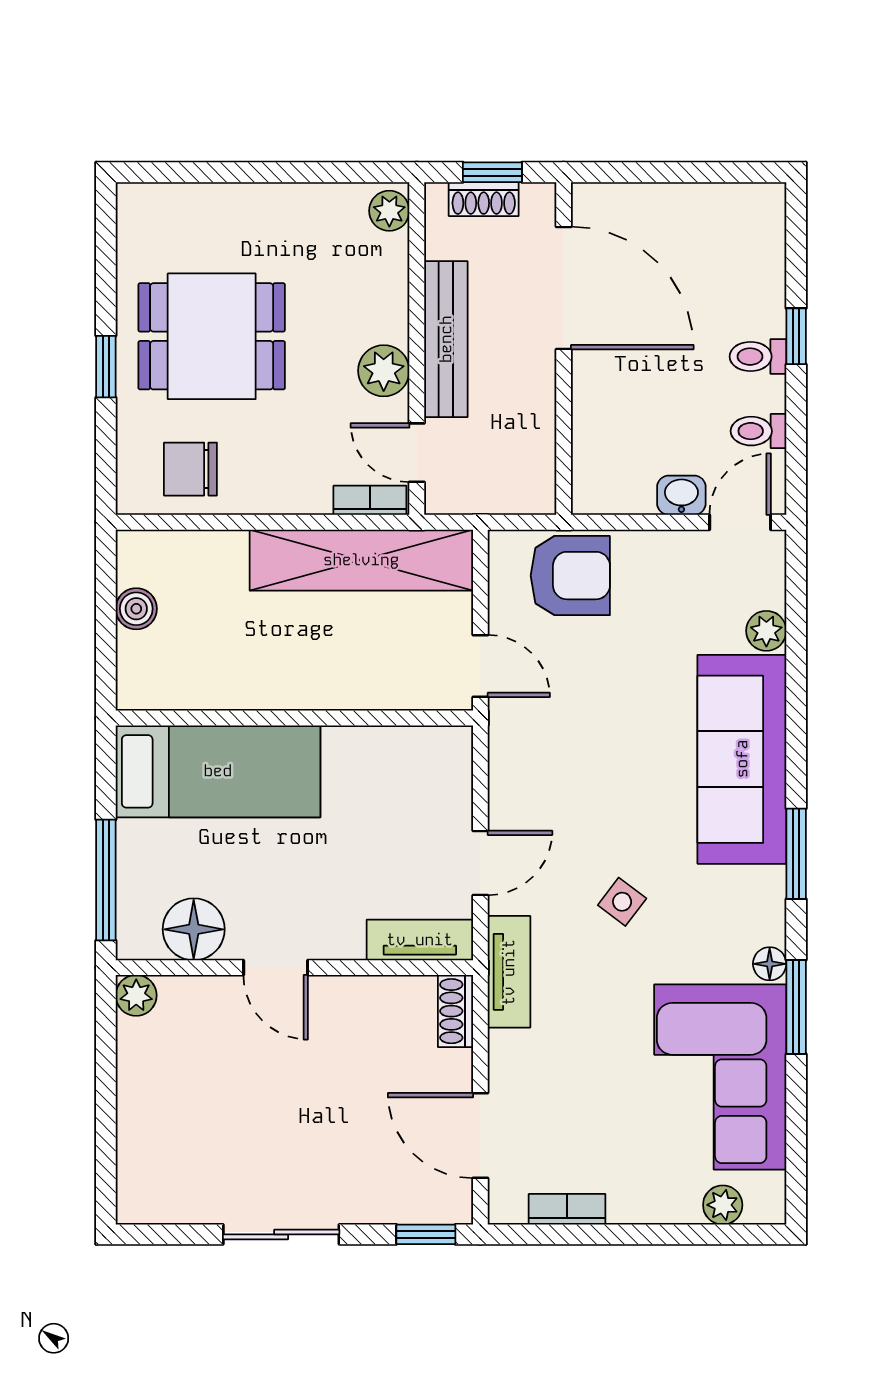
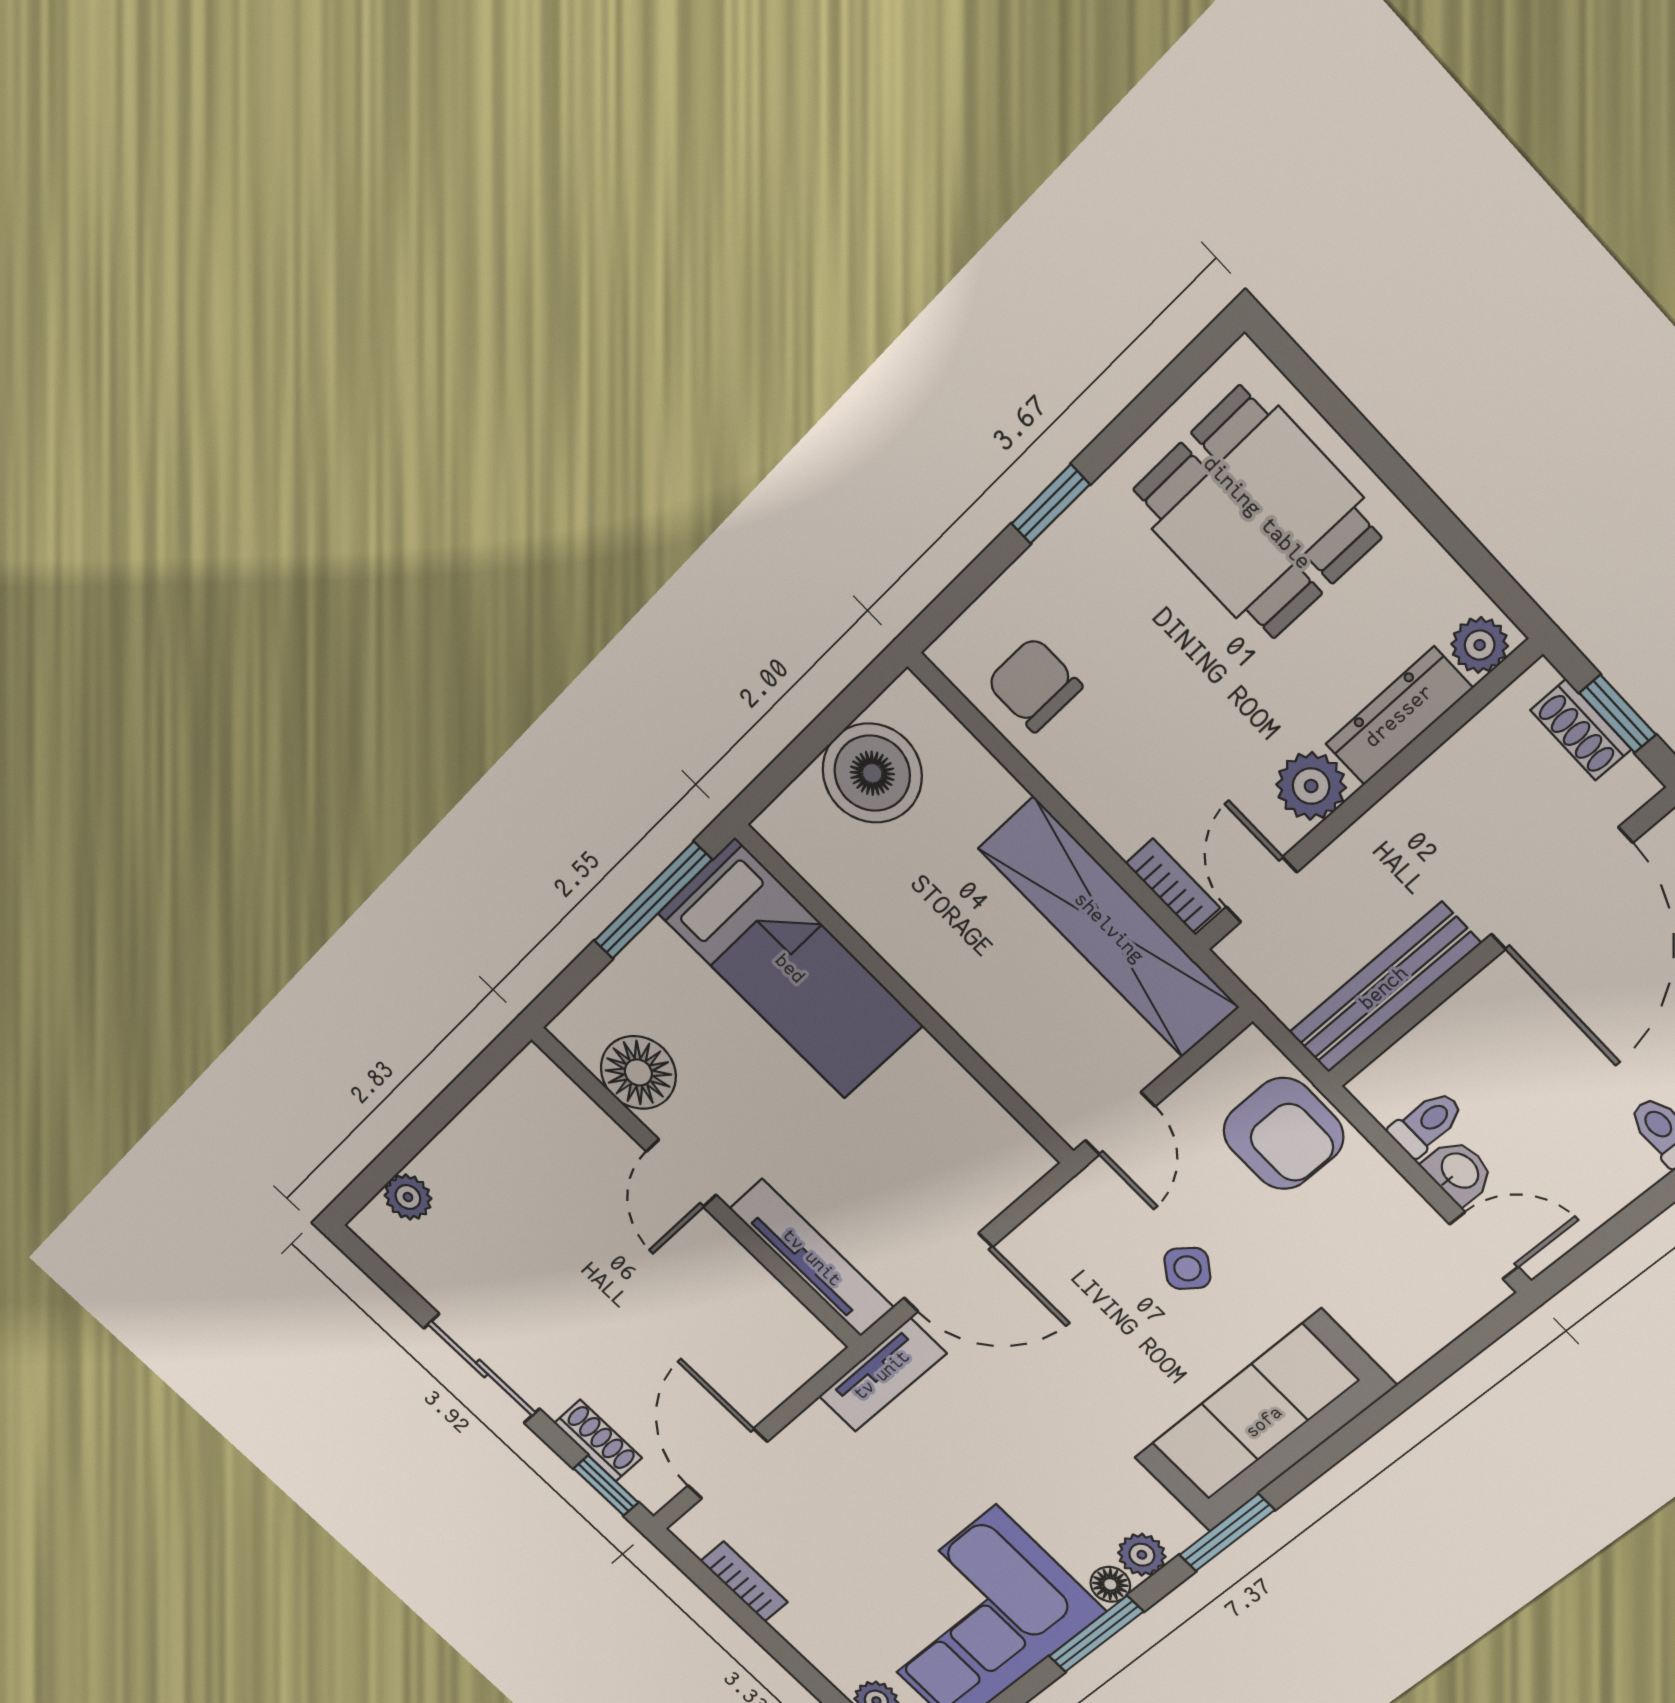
dresser: (389, 288) -> (1399, 716), added
dining table: (212, 336) -> (1257, 513), moved
bench: (446, 339) -> (1384, 988), moved
toilet: (758, 431) -> (1427, 1124), moved, turned 90
boiler: (136, 609) -> (872, 773), width x1.86, depth x1.86
plant: (766, 631) -> (1142, 1555), moved
door: (480, 863) -> (948, 1273), width x1.38
window: (106, 880) -> (653, 900), moved
side table: (622, 902) -> (1187, 1268), moved
tv unit: (420, 940) -> (812, 1258), width x1.41
plant: (136, 995) -> (408, 1197), moved
shoe rack: (455, 1011) -> (598, 1440), moved, turned 90

